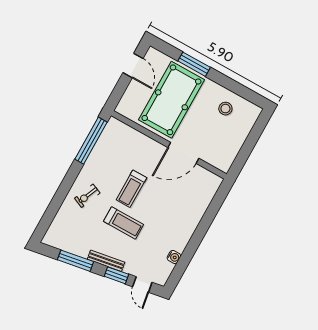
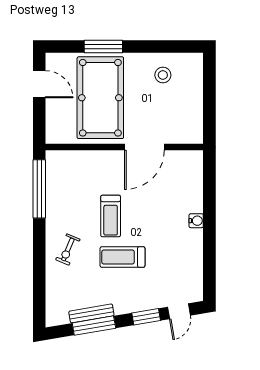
treadmill: (123, 223) -> (122, 257), turned 180
water cooler: (174, 257) -> (196, 221), moved
bench: (106, 261) -> (91, 313), moved
door: (142, 284) -> (179, 311), hinge flipped

